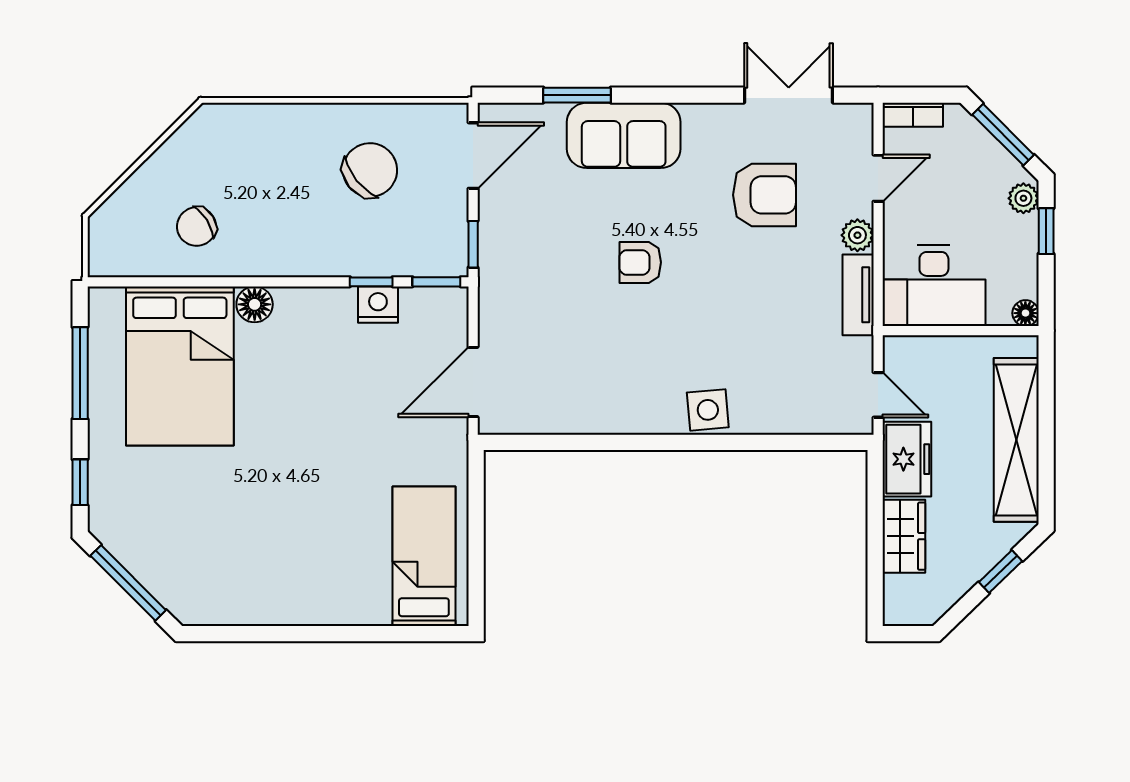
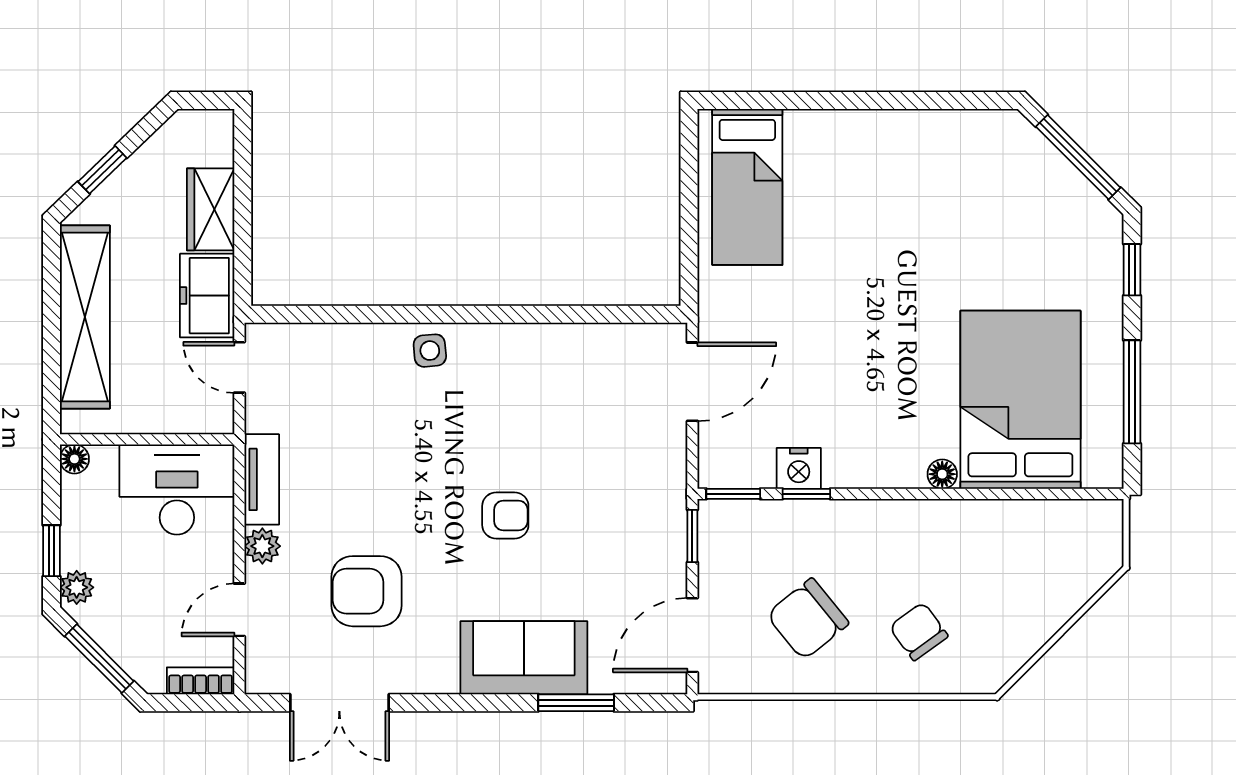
chair: (197, 227) -> (919, 631), moved, turned -94
floor lamp: (255, 304) -> (942, 474), width x0.73, depth x0.73
side table: (708, 410) -> (430, 351), width x0.73, depth x0.73

